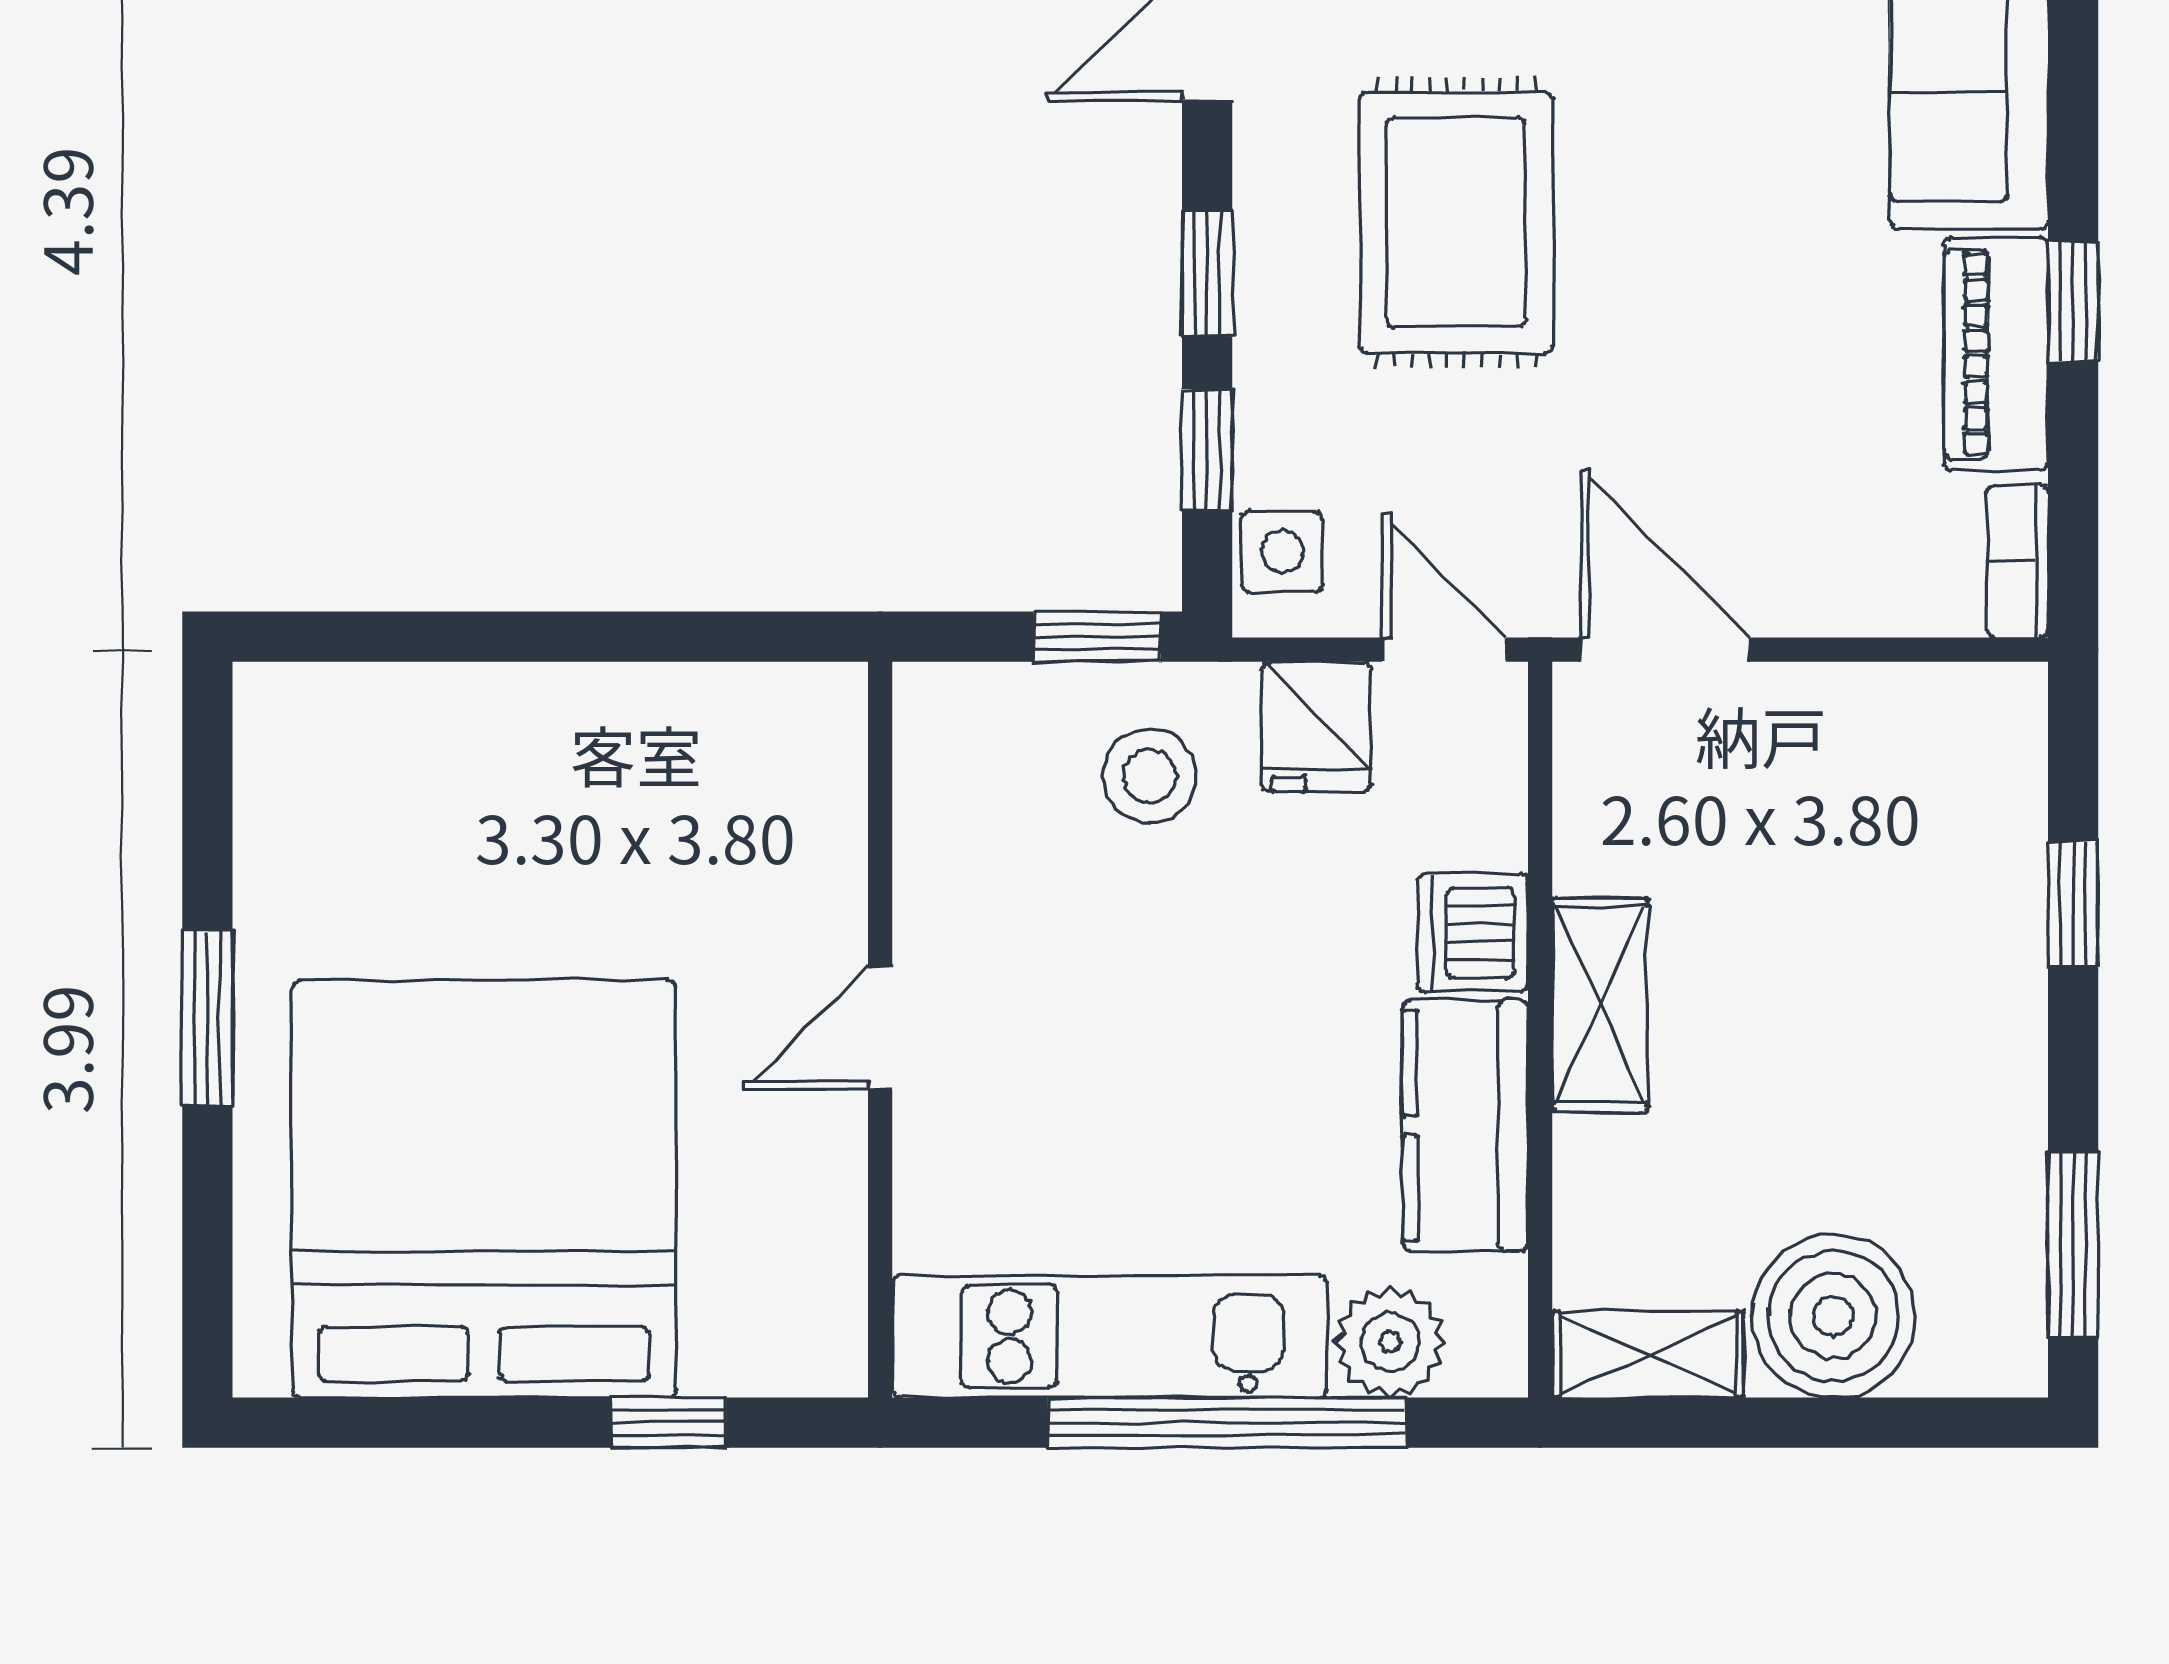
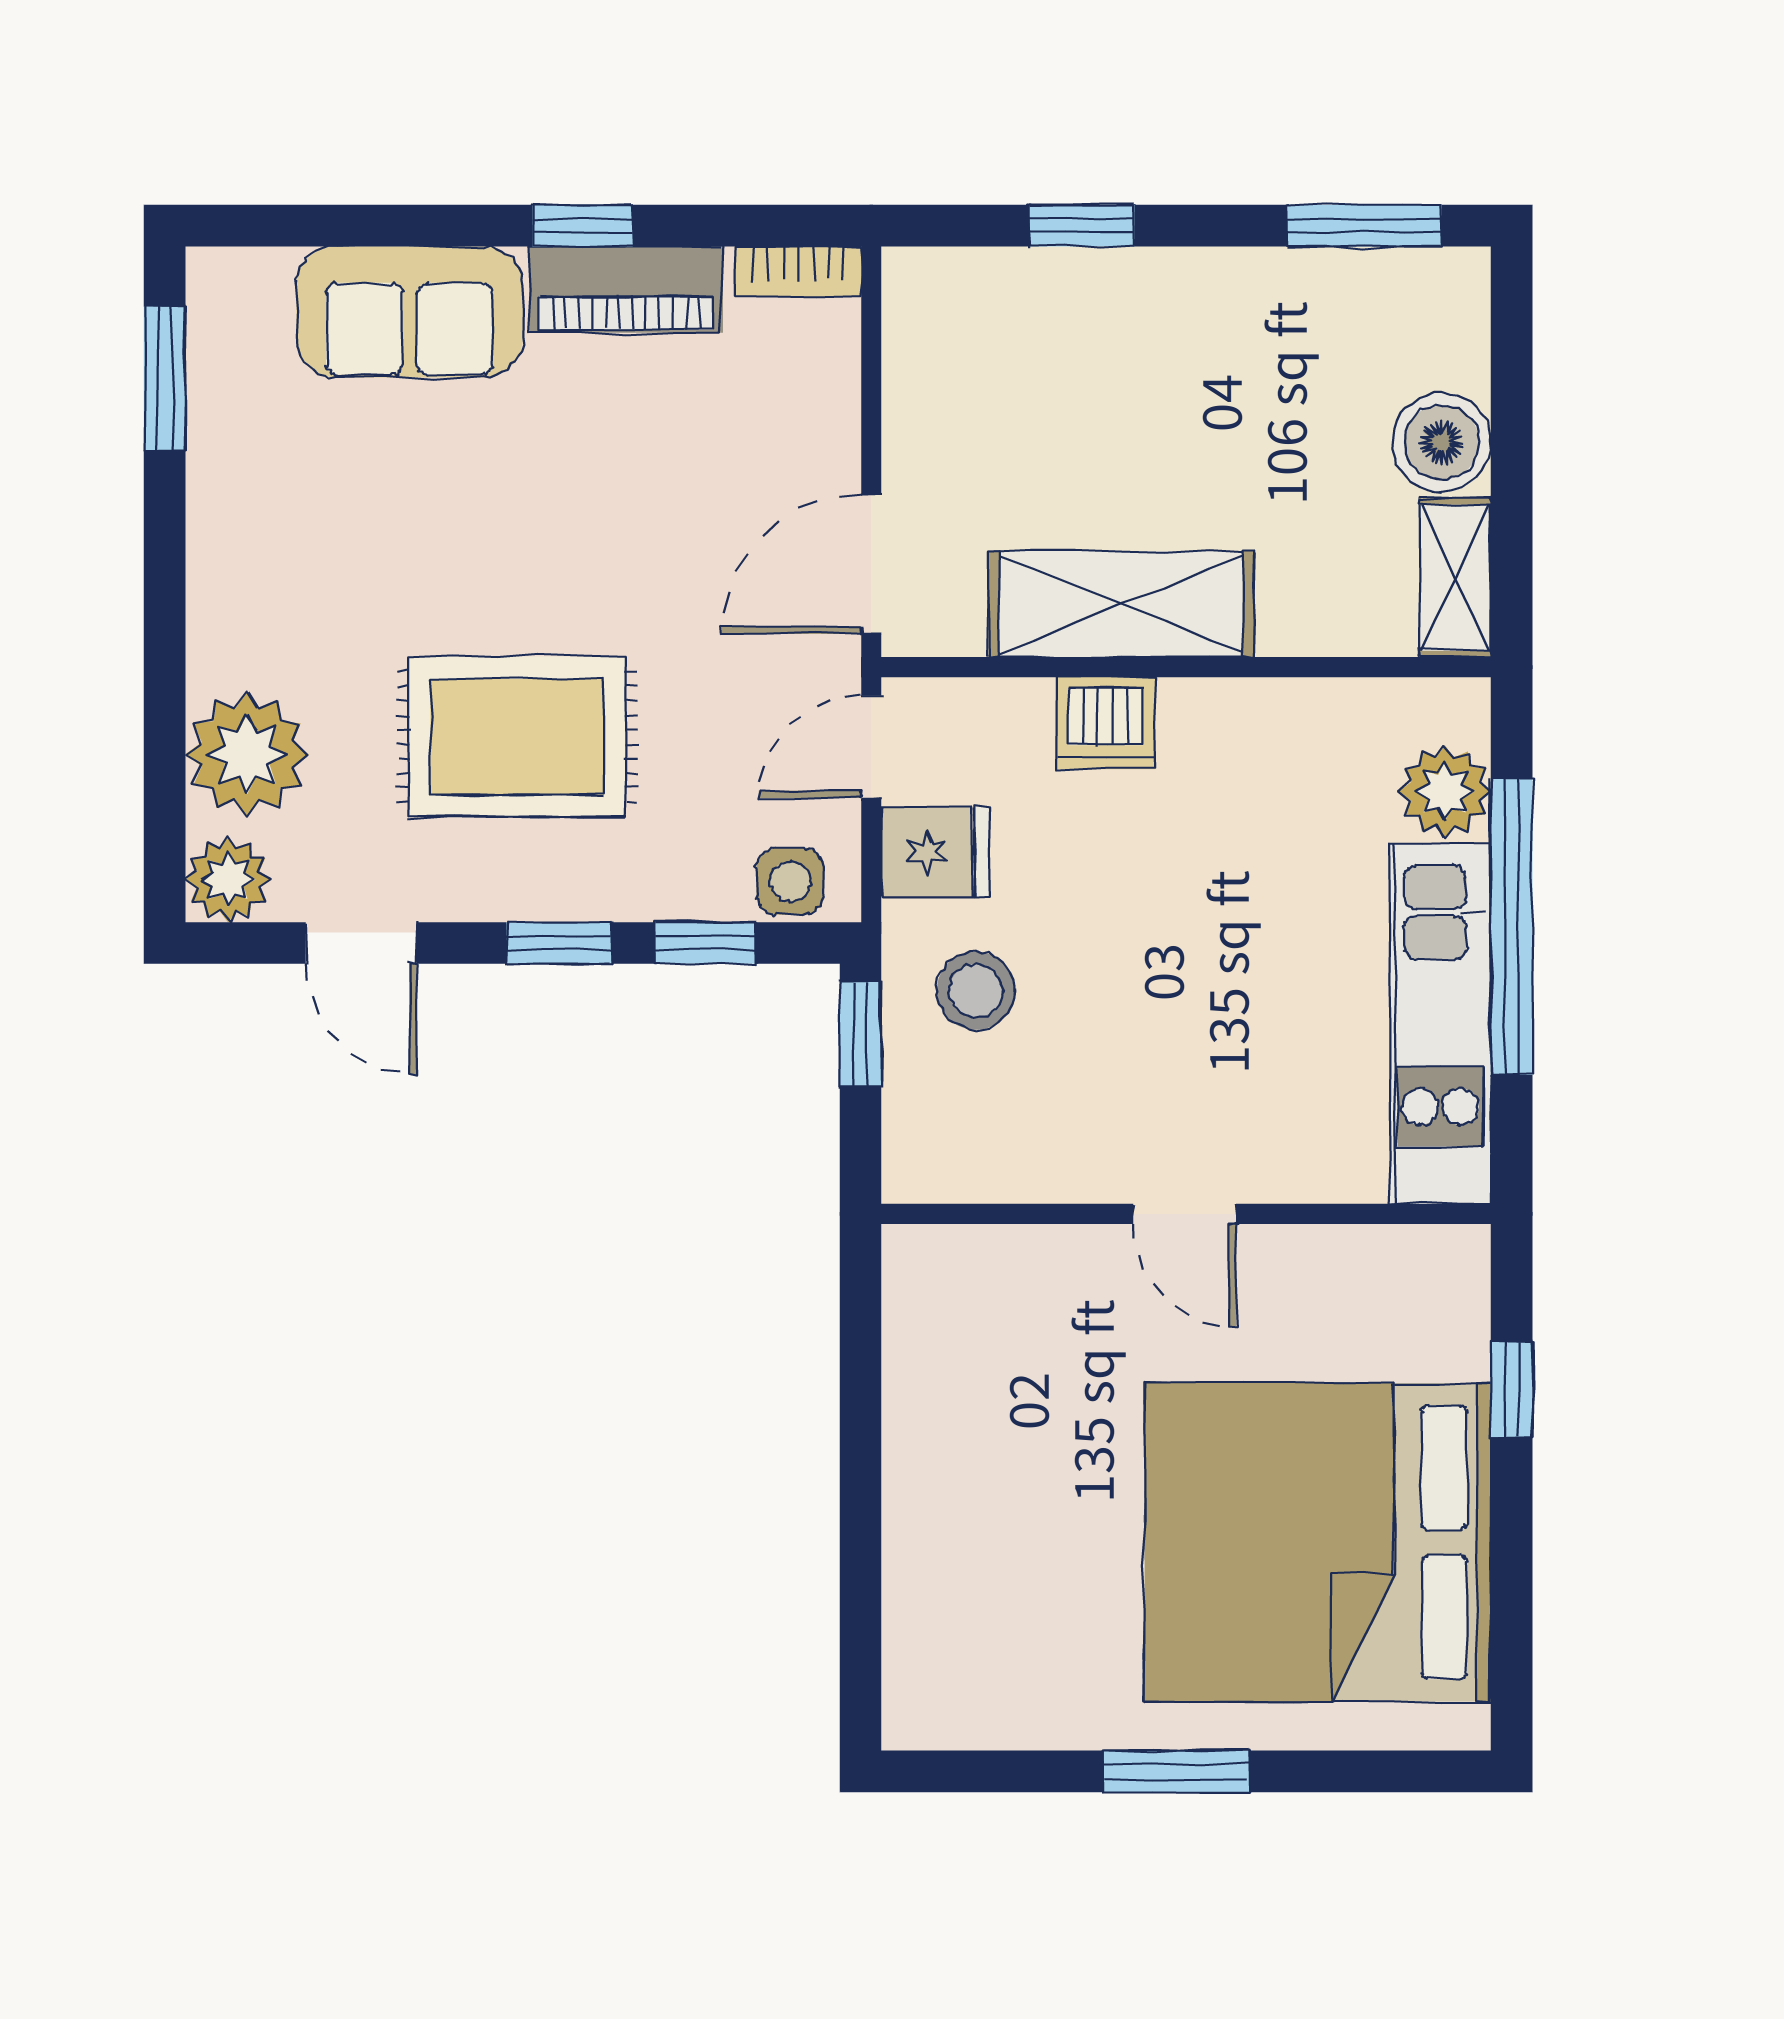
shelving: (1600, 1005) -> (1121, 604), width x1.50, depth x1.33
kitchen counter: (1465, 1126) -> (1266, 729), removed
boiler: (1833, 1316) -> (1442, 442), width x0.73, depth x0.73

